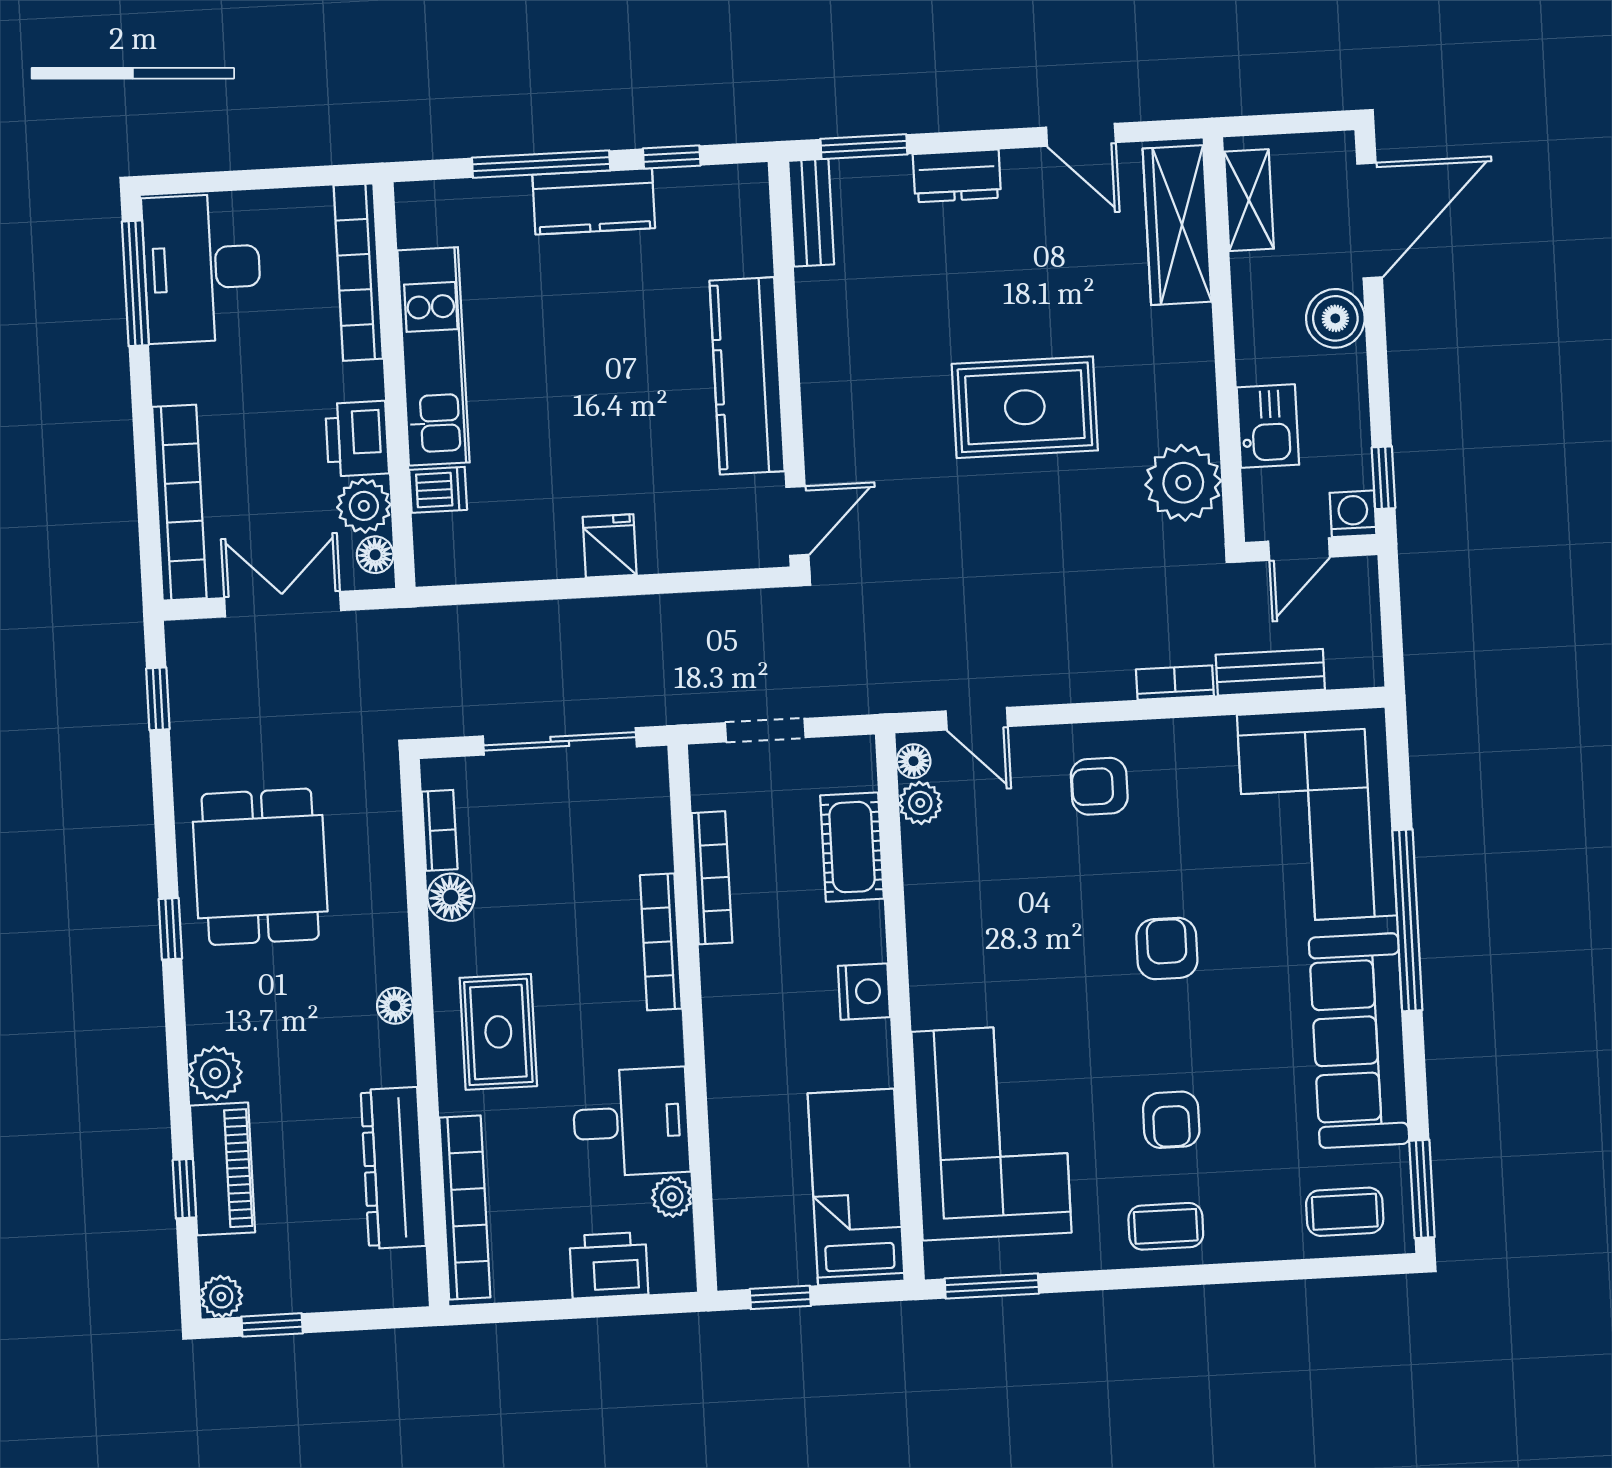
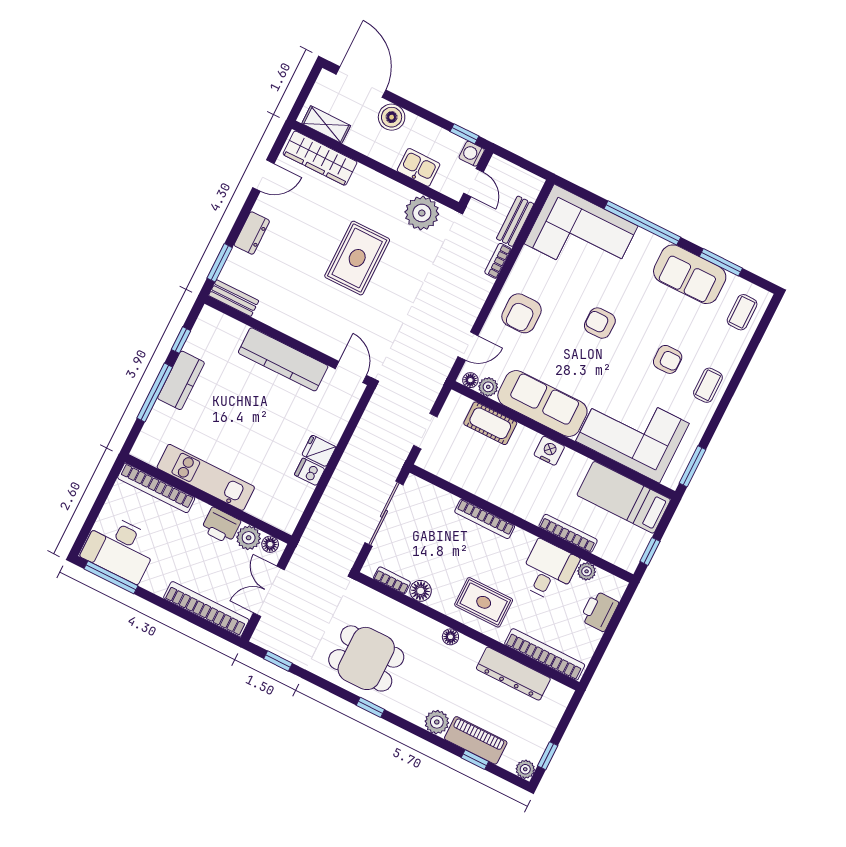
dishwasher: (438, 490) -> (310, 472), moved, turned -90
armchair: (1099, 786) -> (522, 313), width x1.38, depth x1.38
bookcase: (712, 878) -> (568, 533), moved
sofa: (948, 926) -> (542, 404), added
sofa: (1359, 1041) -> (690, 274), width x0.73
window: (1422, 1189) -> (721, 262), moved

